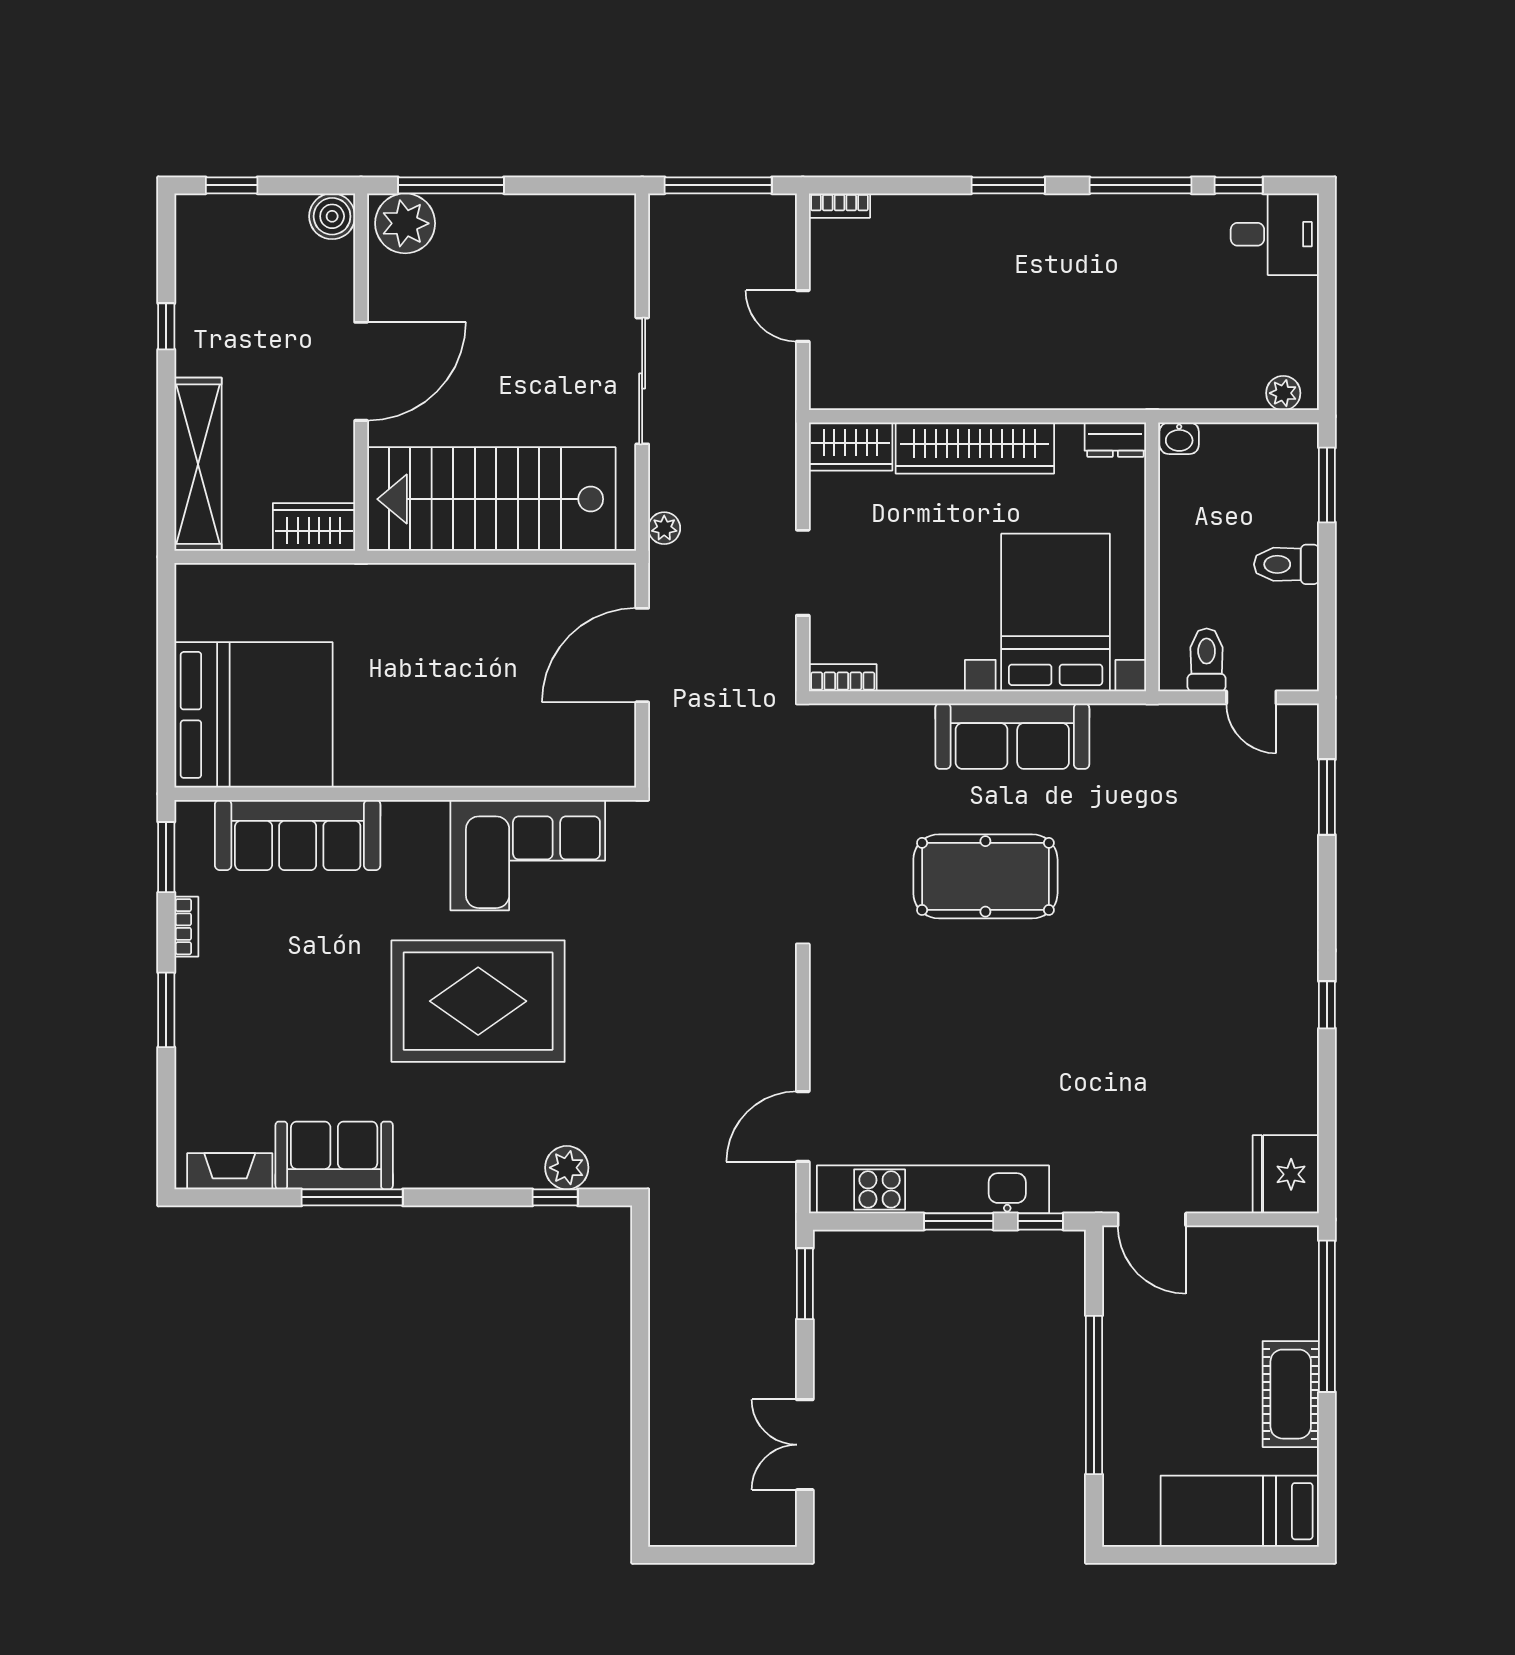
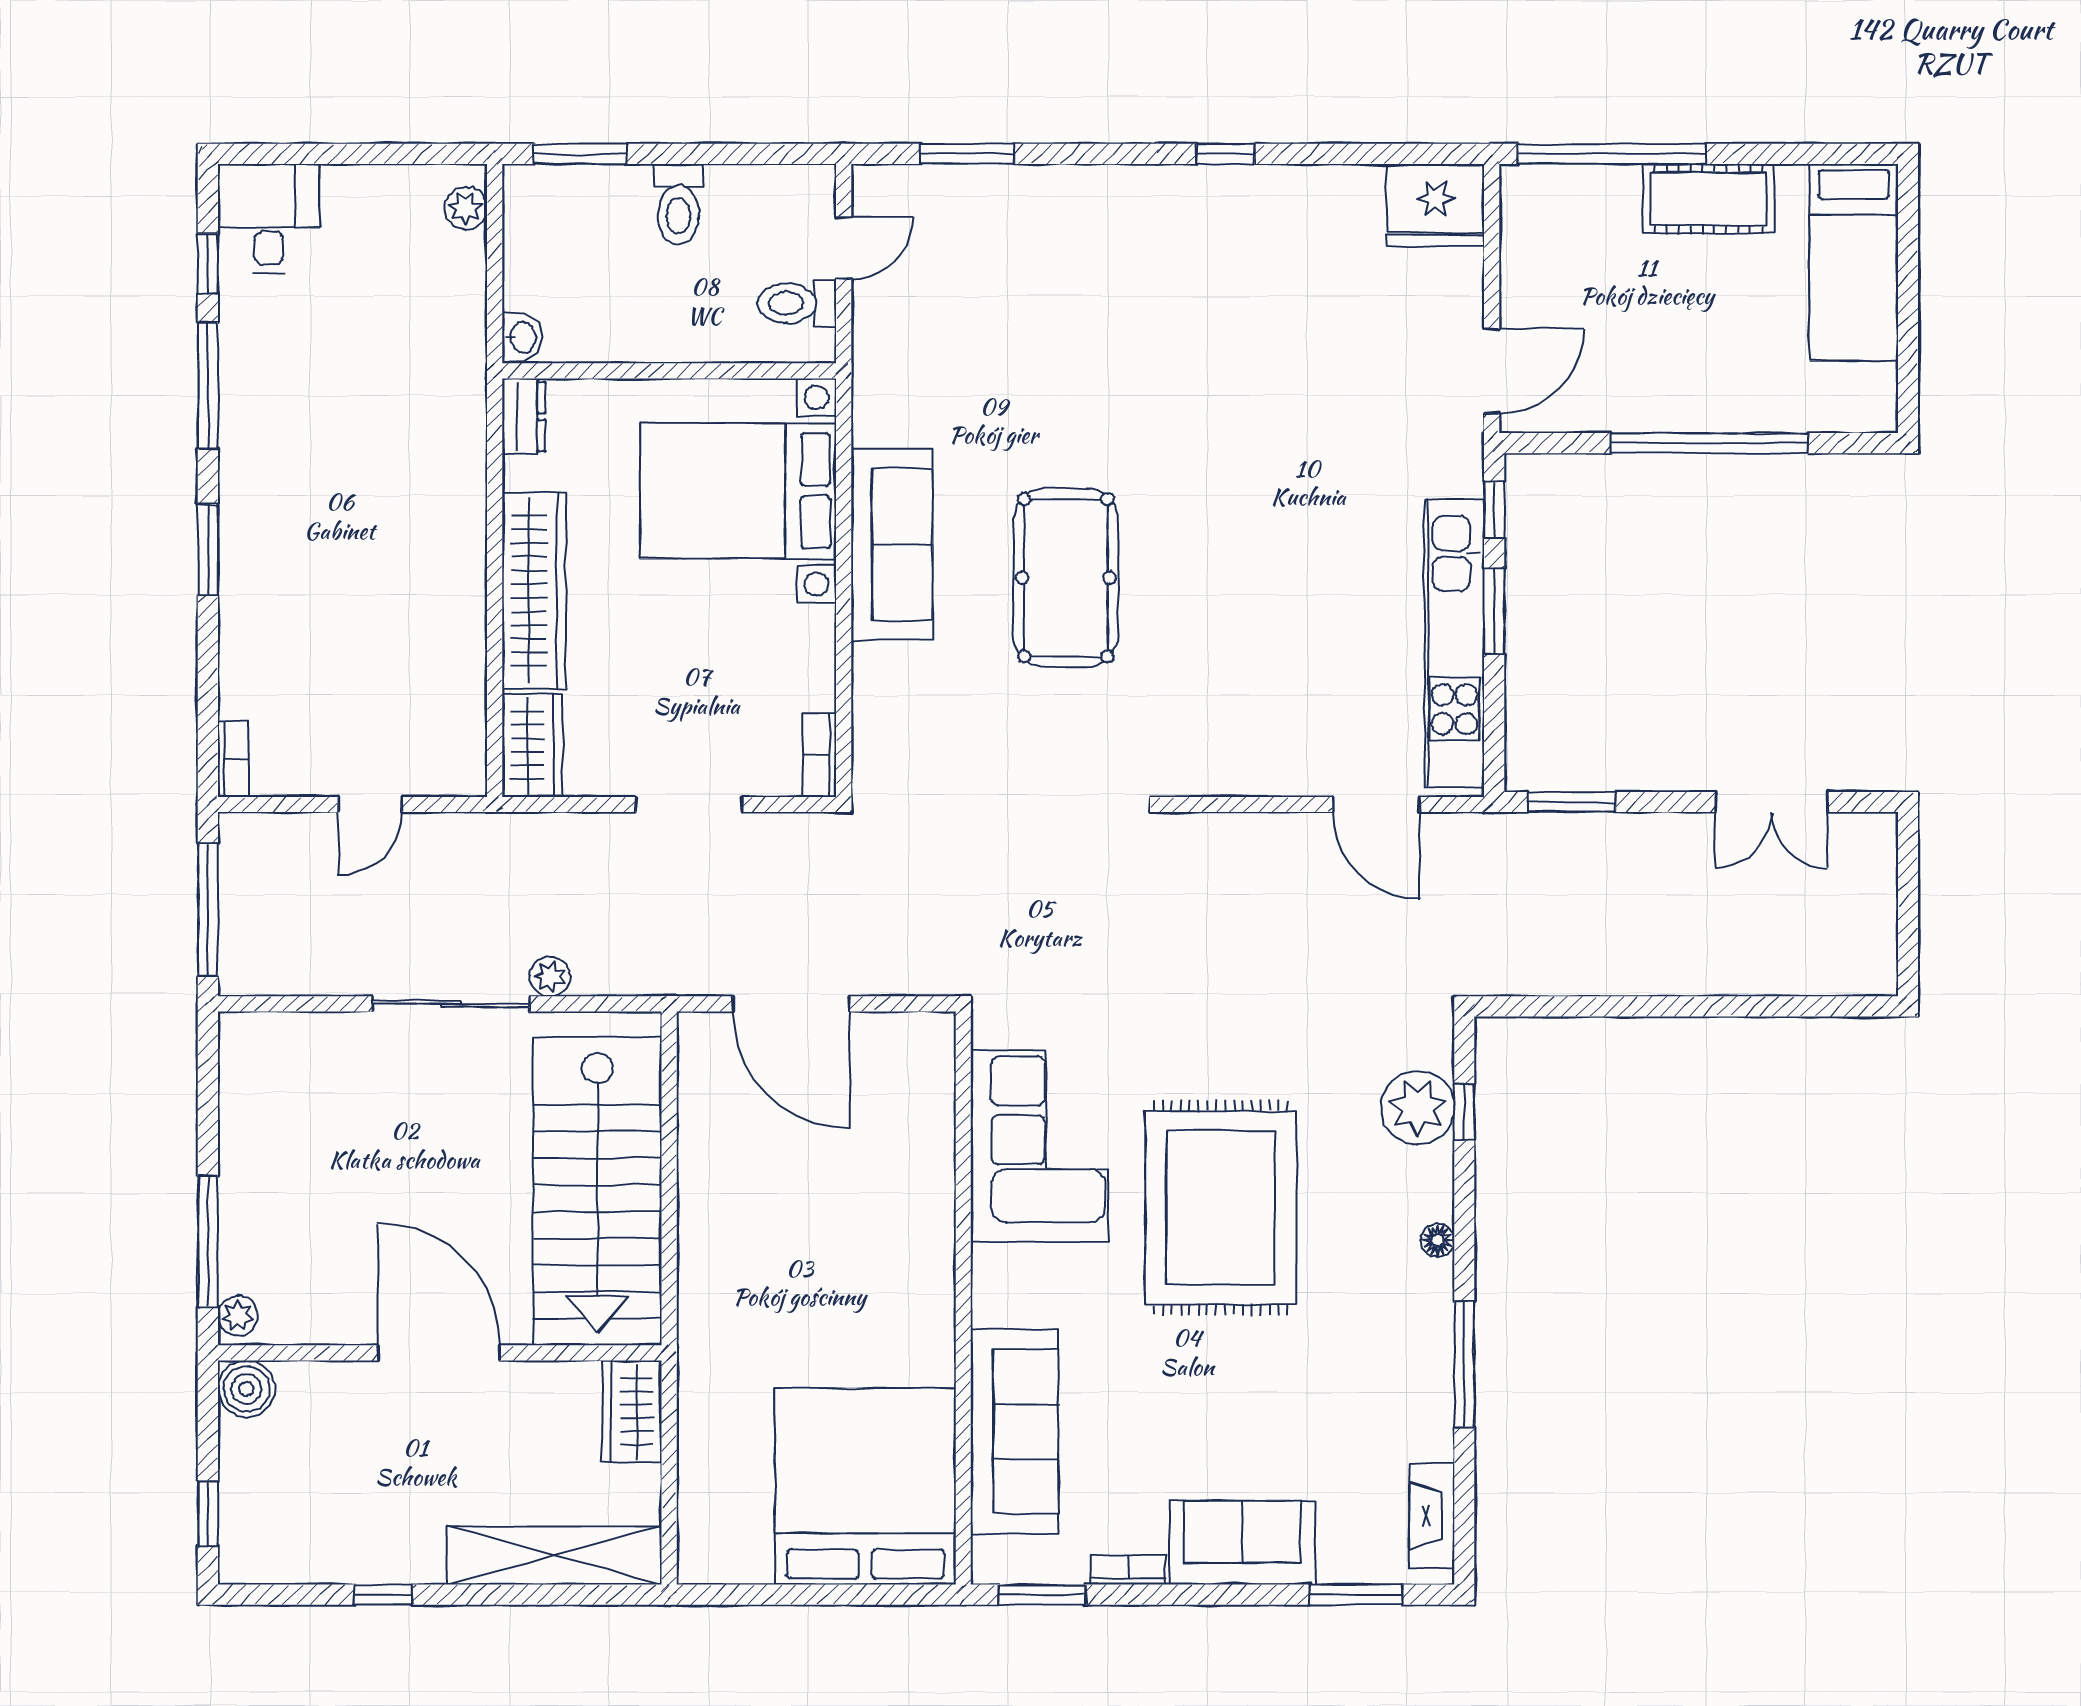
plant: (405, 223) -> (238, 1316), width x0.53, depth x0.53
plant: (664, 528) -> (550, 977), moved
window: (166, 1010) -> (1356, 1595), moved
sofa: (334, 1155) -> (1242, 1543), moved, turned 90
plant: (567, 1168) -> (1418, 1107), width x1.36, depth x1.36
floor lamp: (452, 1176) -> (1437, 1240), added

